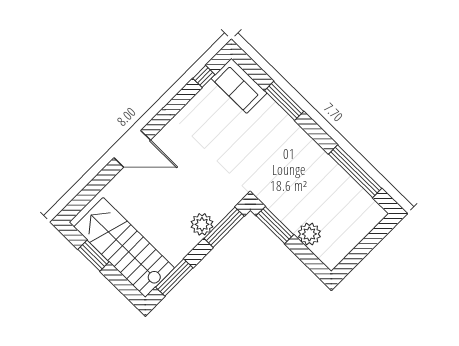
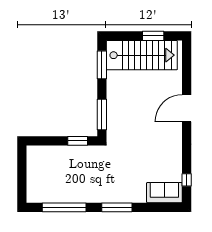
window: (284, 101) -> (117, 207), moved
plant: (202, 224) -> (114, 105), removed
window: (275, 225) -> (78, 141), width x0.69
plant: (309, 234) -> (56, 153), removed

